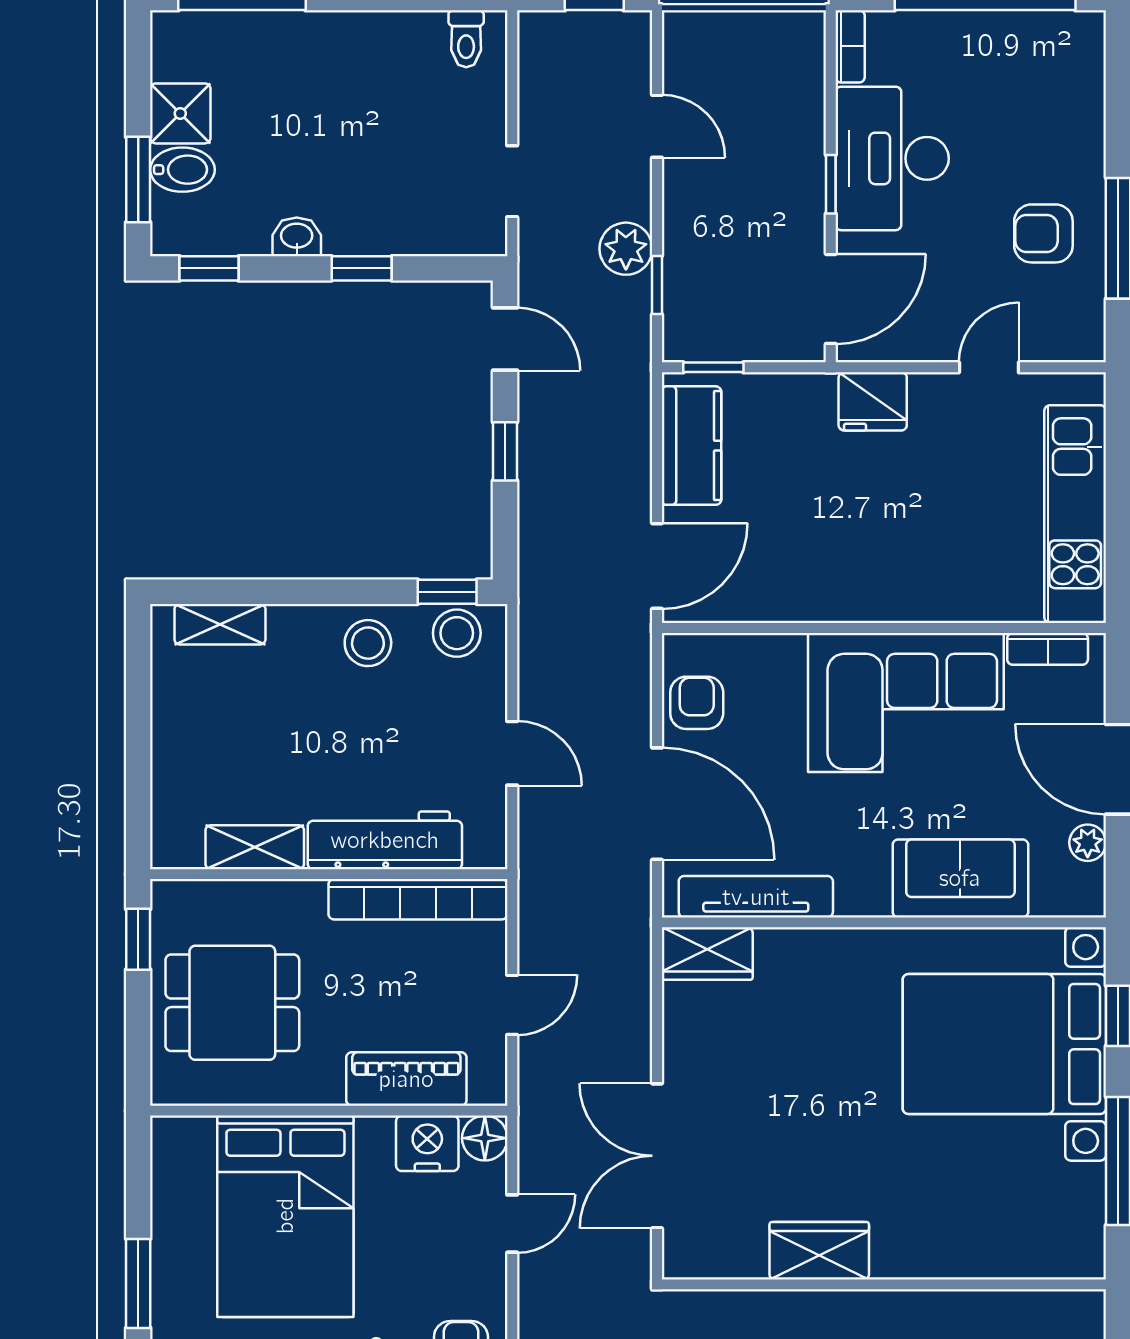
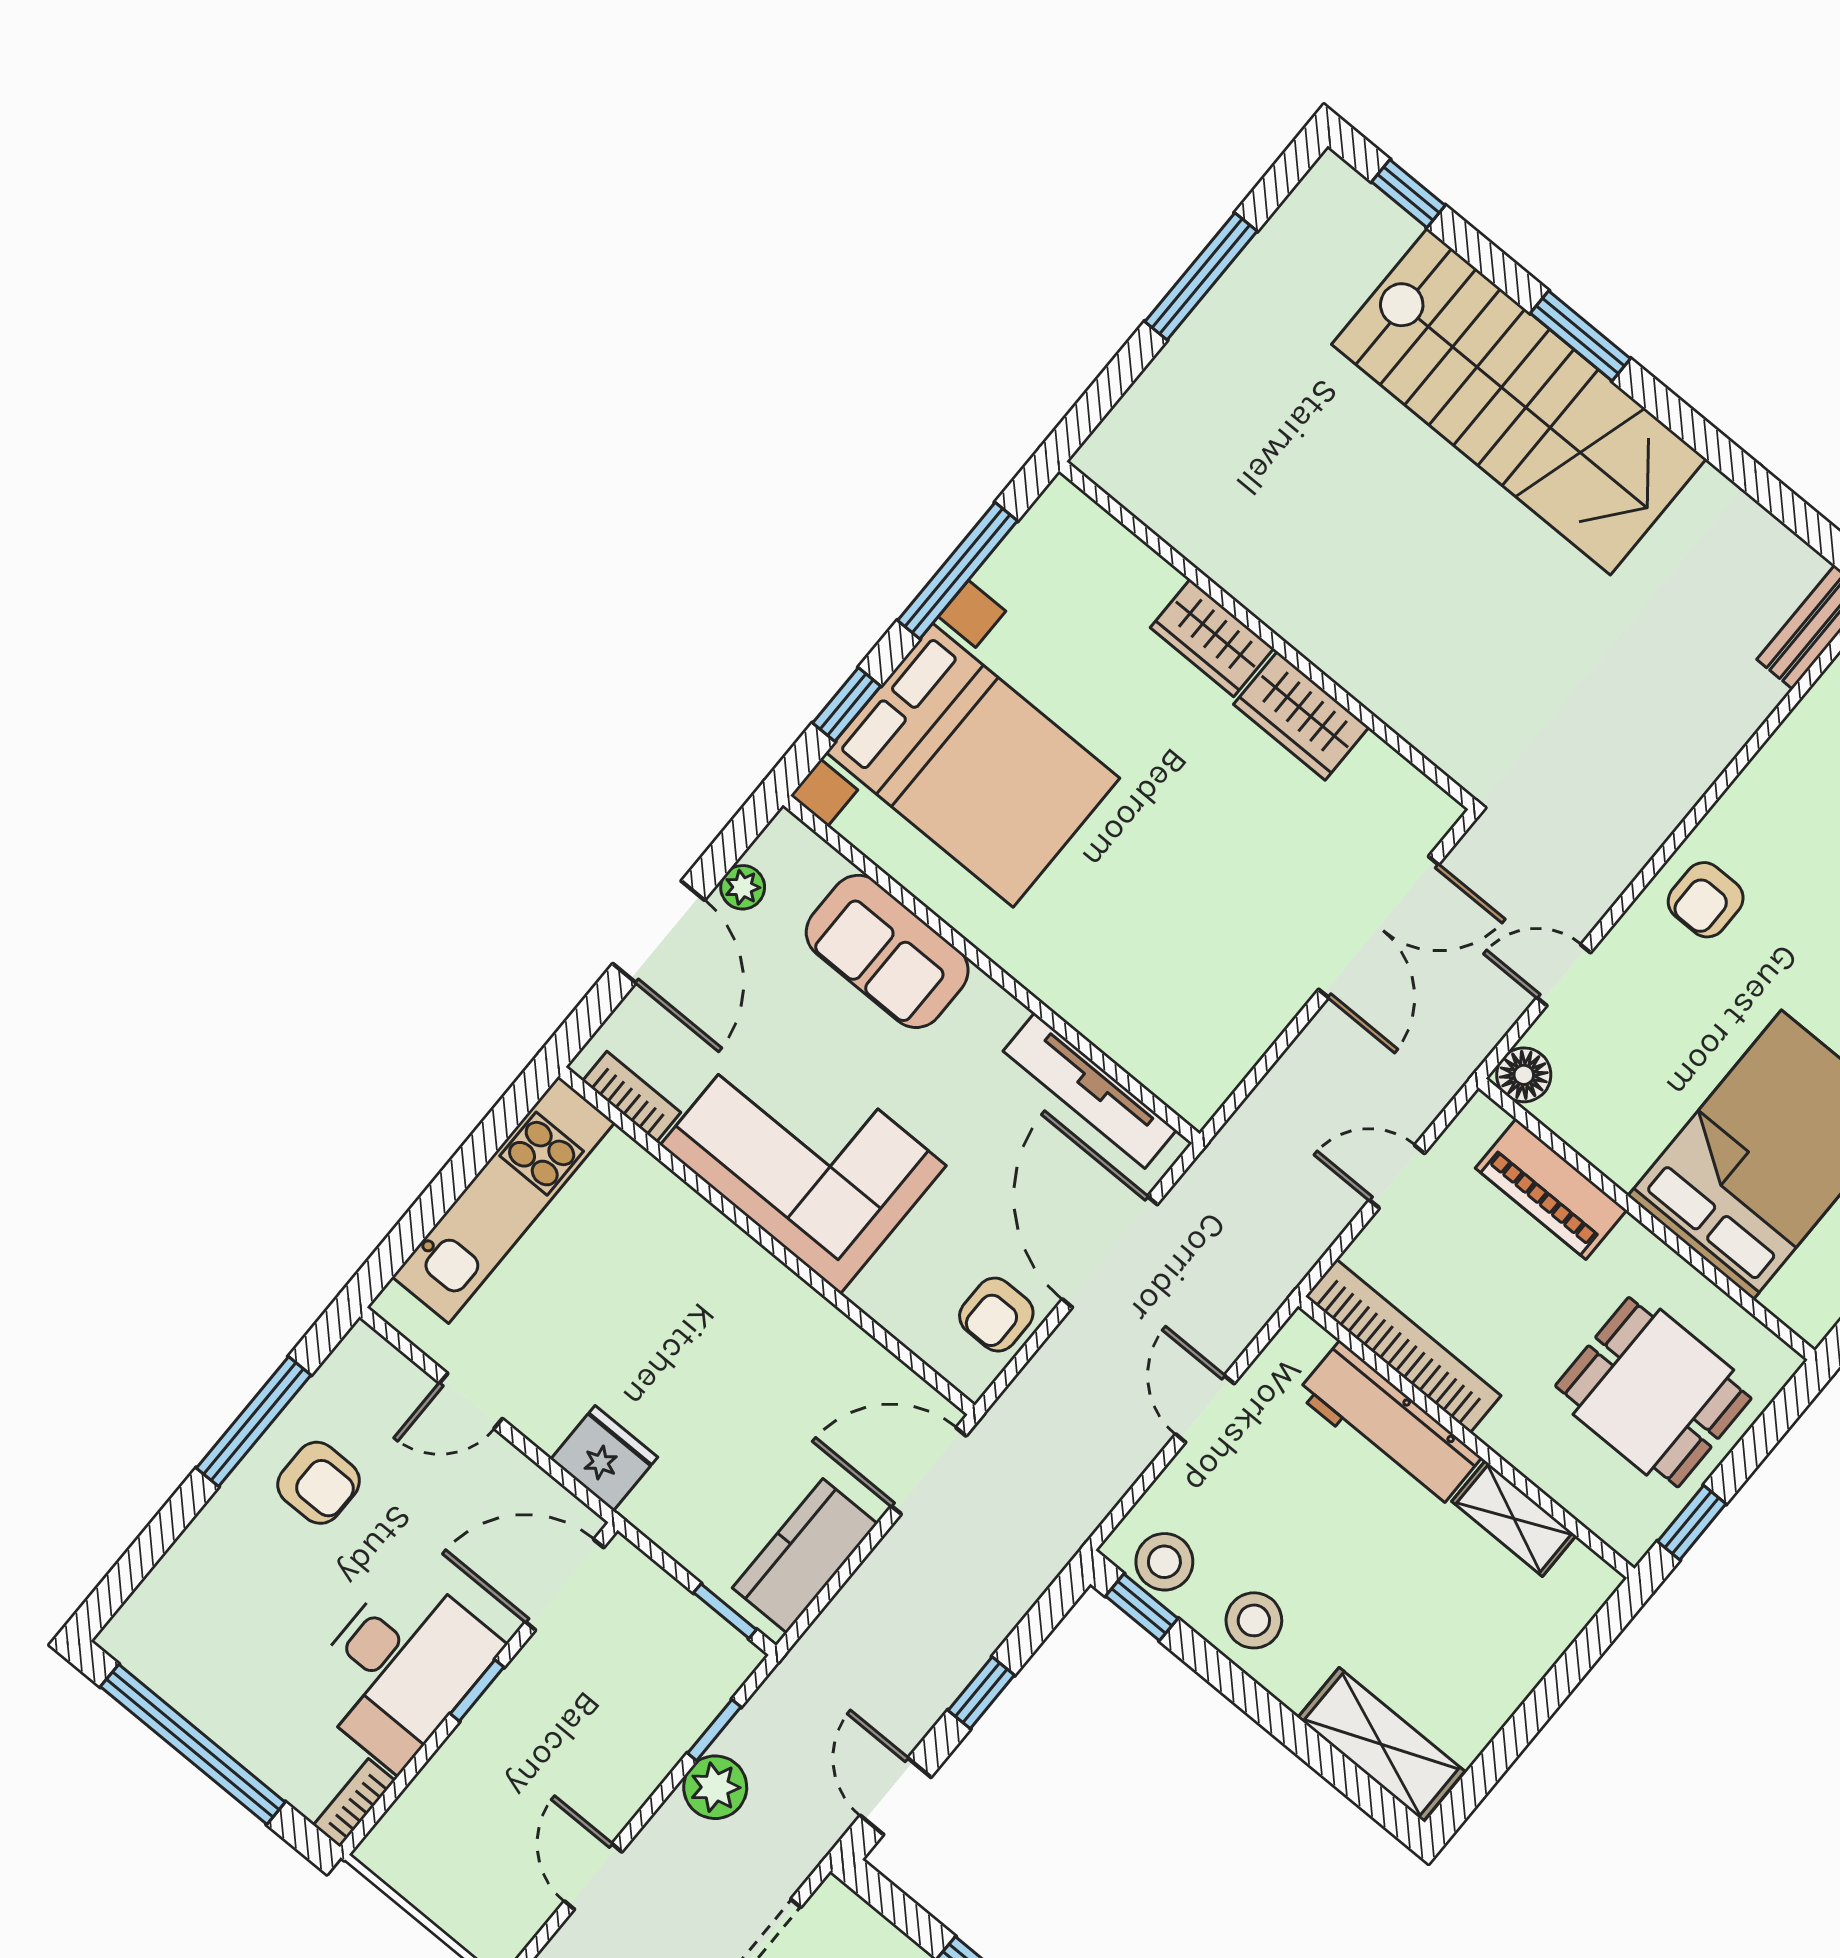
shelving: (220, 624) -> (1381, 1744), width x1.50, depth x1.33
wardrobe: (707, 954) -> (1212, 638), moved, turned 180
nightstand: (427, 1143) -> (1581, 1114), removed

